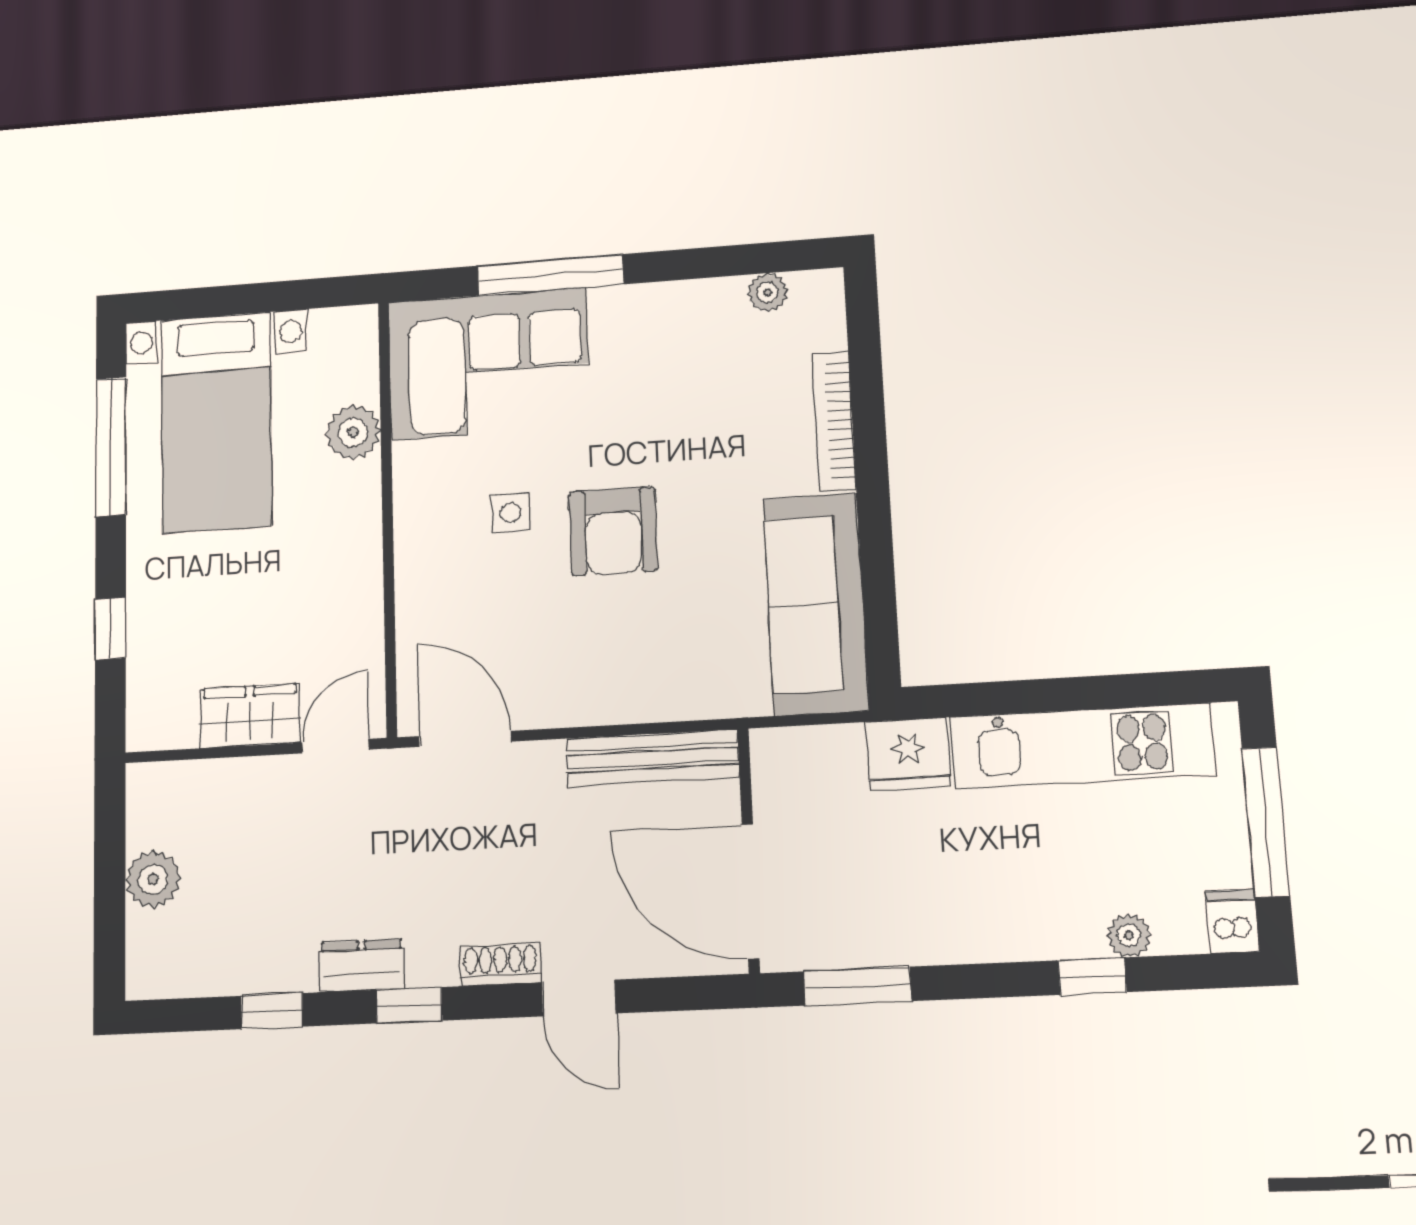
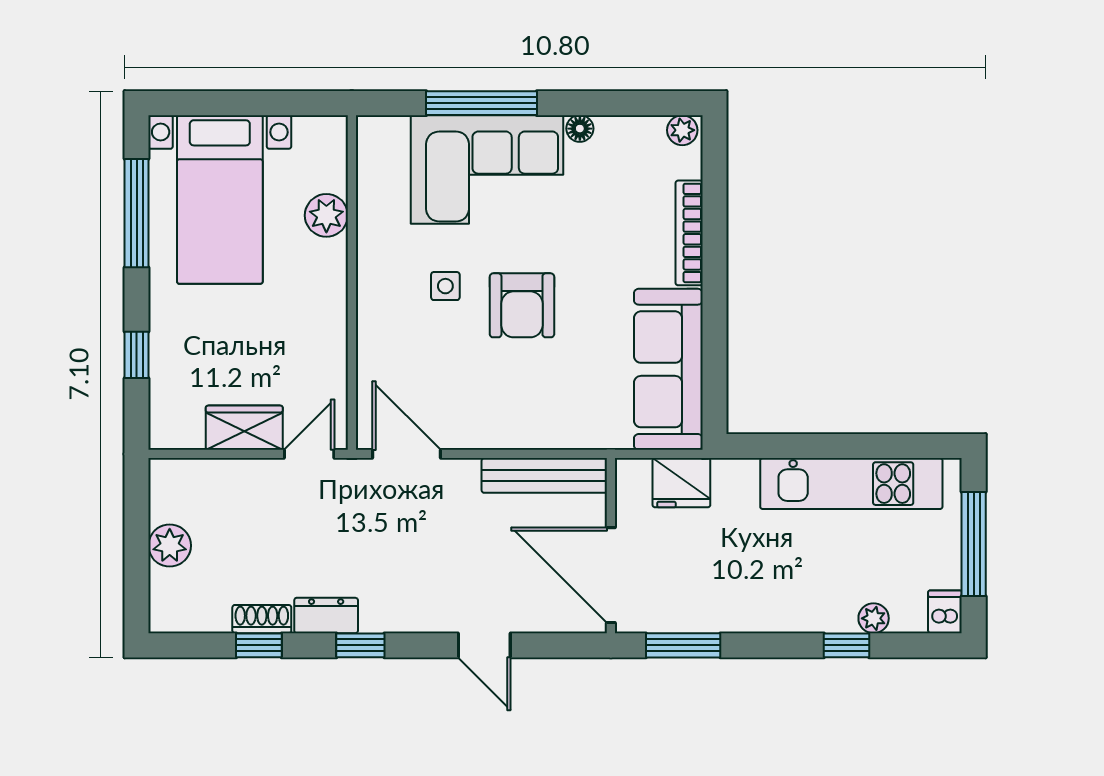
plant: (767, 292) -> (682, 130), moved
floor lamp: (681, 297) -> (580, 129), added
corner sofa: (489, 364) -> (487, 169), moved
fridge: (908, 754) -> (681, 483), moved
shoe rack: (500, 964) -> (262, 619), moved

